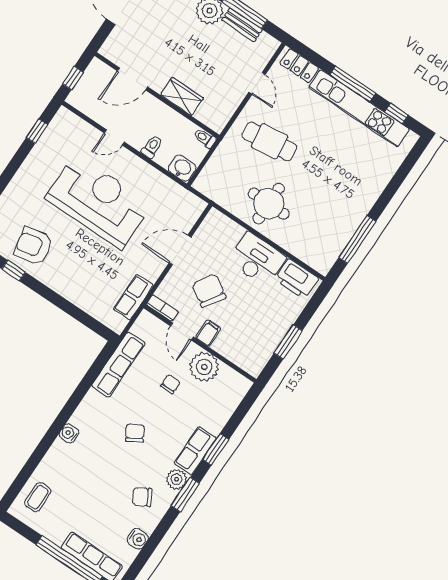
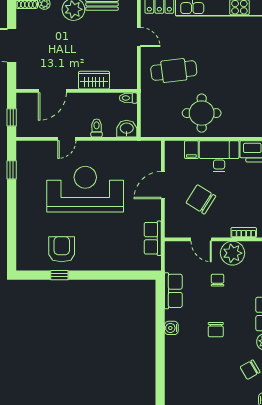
armchair: (33, 246) -> (62, 249), turned 102
bookcase: (162, 308) -> (244, 232), moved
filing cabinet: (208, 333) -> (191, 150), moved, turned 180
row of seats: (118, 365) -> (173, 291), width x0.68
water cooler: (69, 433) -> (171, 328), moved
chair: (135, 433) -> (216, 330), turned -149

